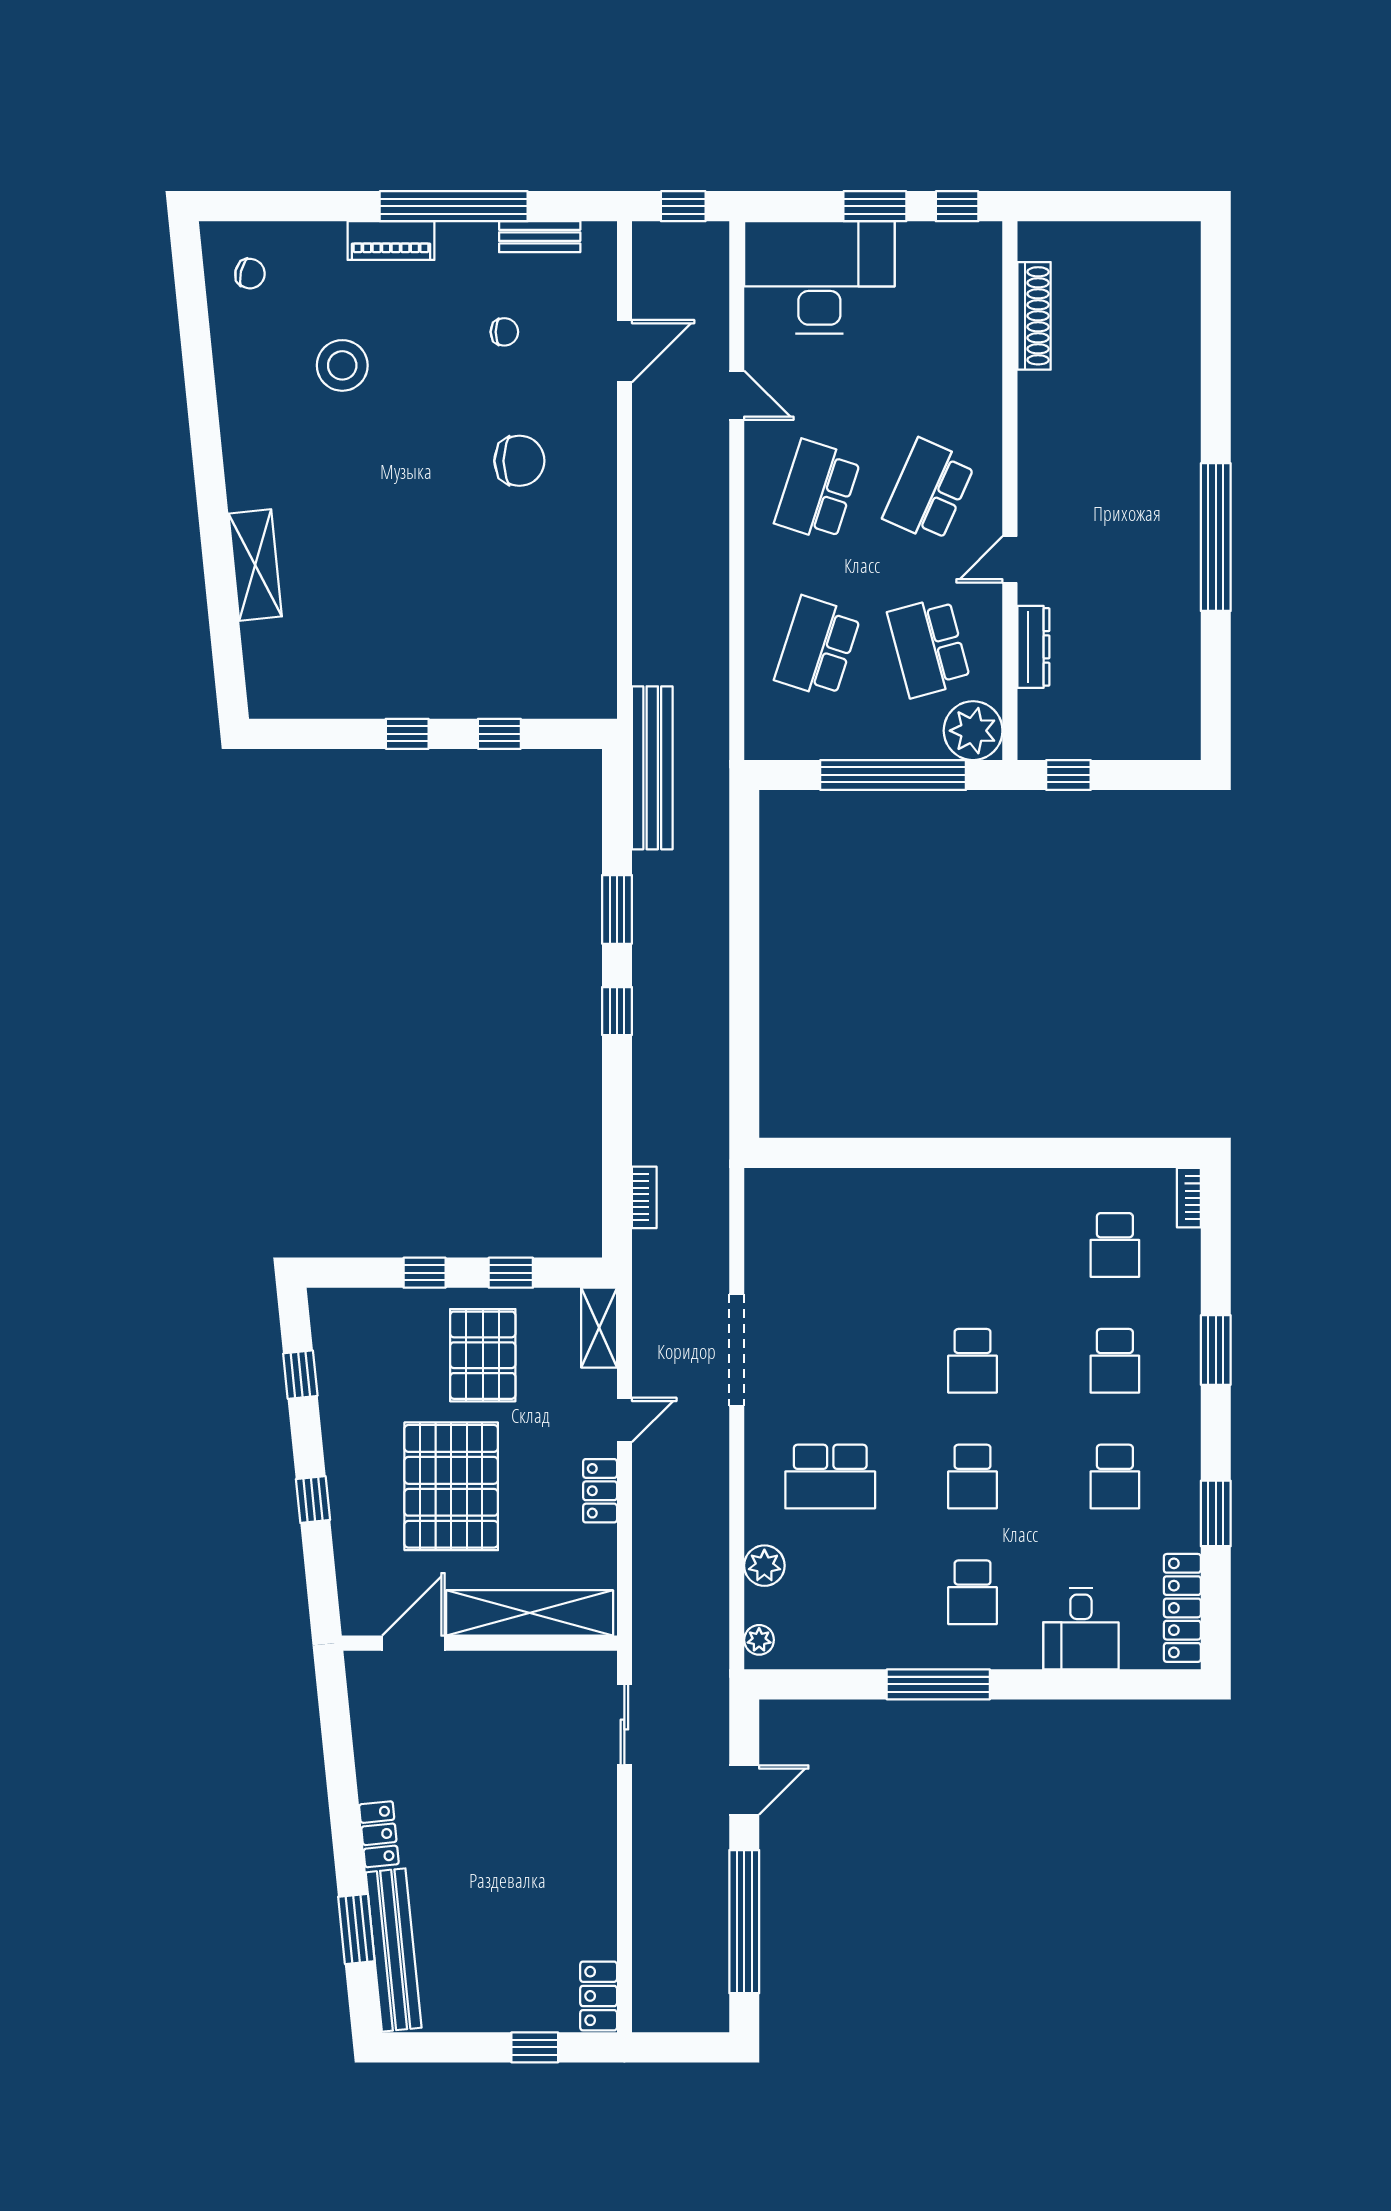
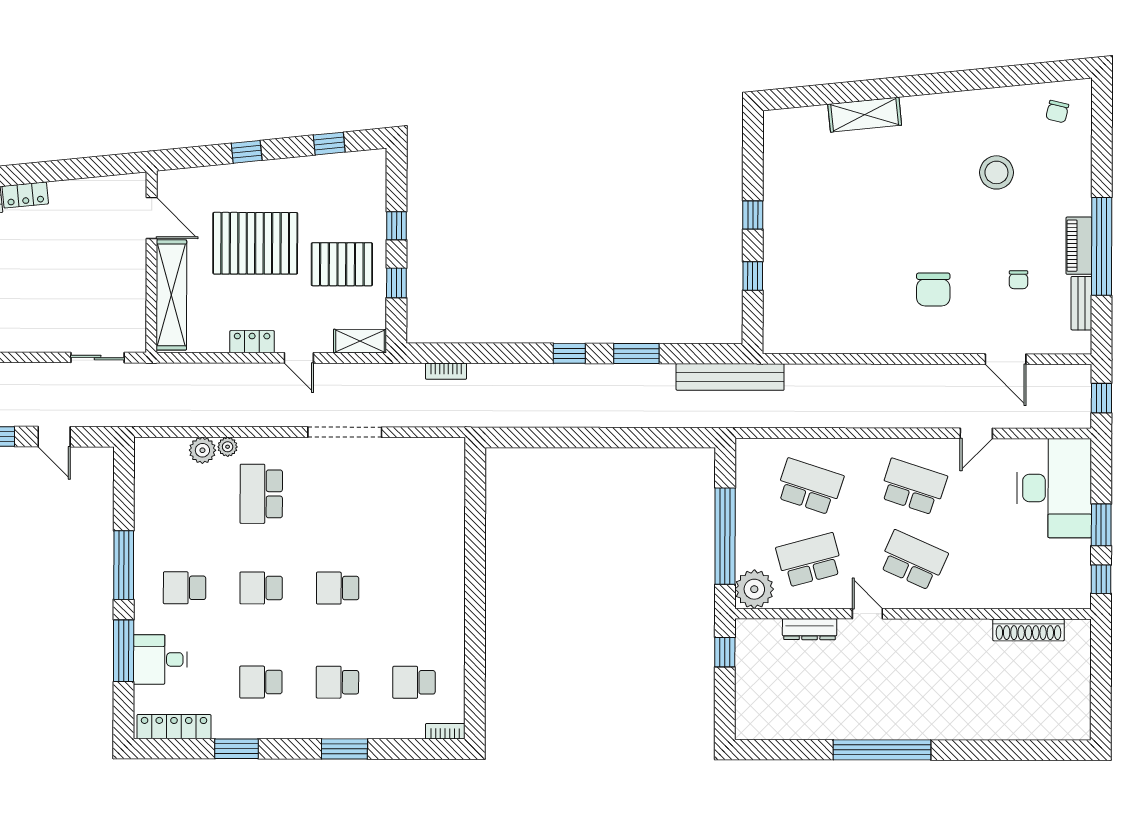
piano: (391, 241) -> (1079, 246), moved
plant: (759, 1640) -> (228, 447), moved
window: (1068, 1684) -> (124, 651), added

